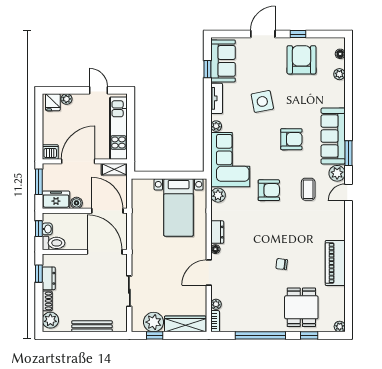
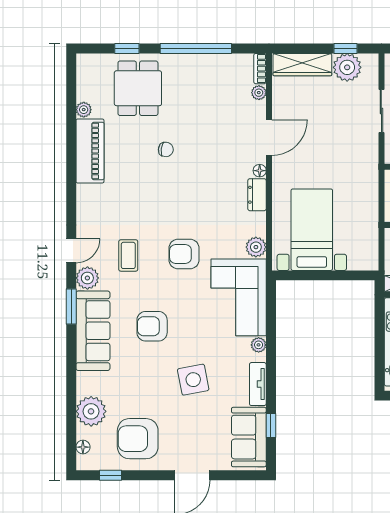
window: (298, 34) -> (110, 475), moved
armchair: (301, 60) -> (138, 439), turned 90
plant: (339, 74) -> (91, 411), width x1.88, depth x1.88
plant: (340, 327) -> (84, 110), moved

